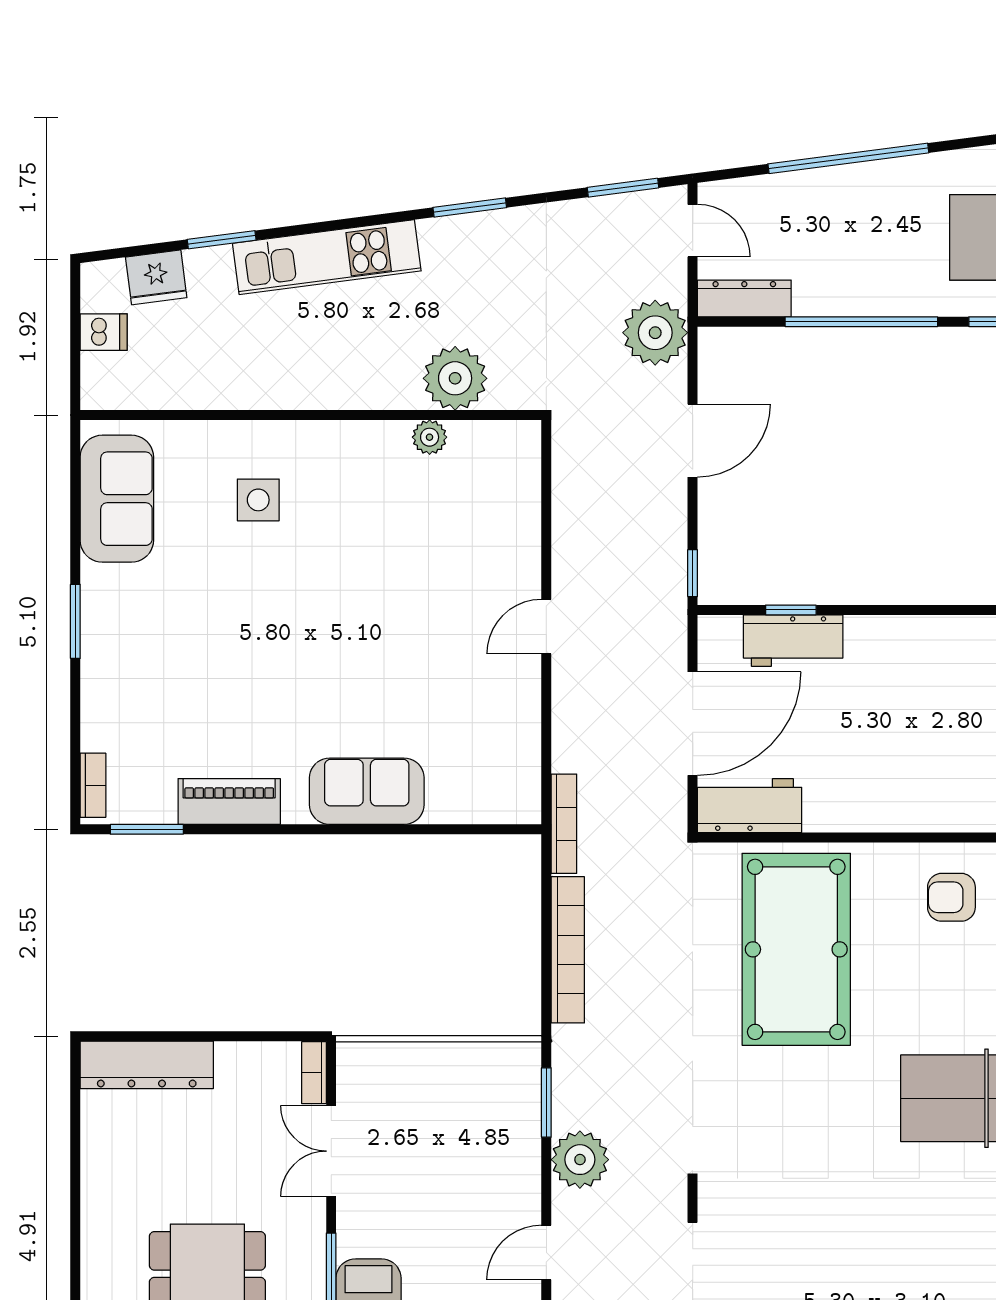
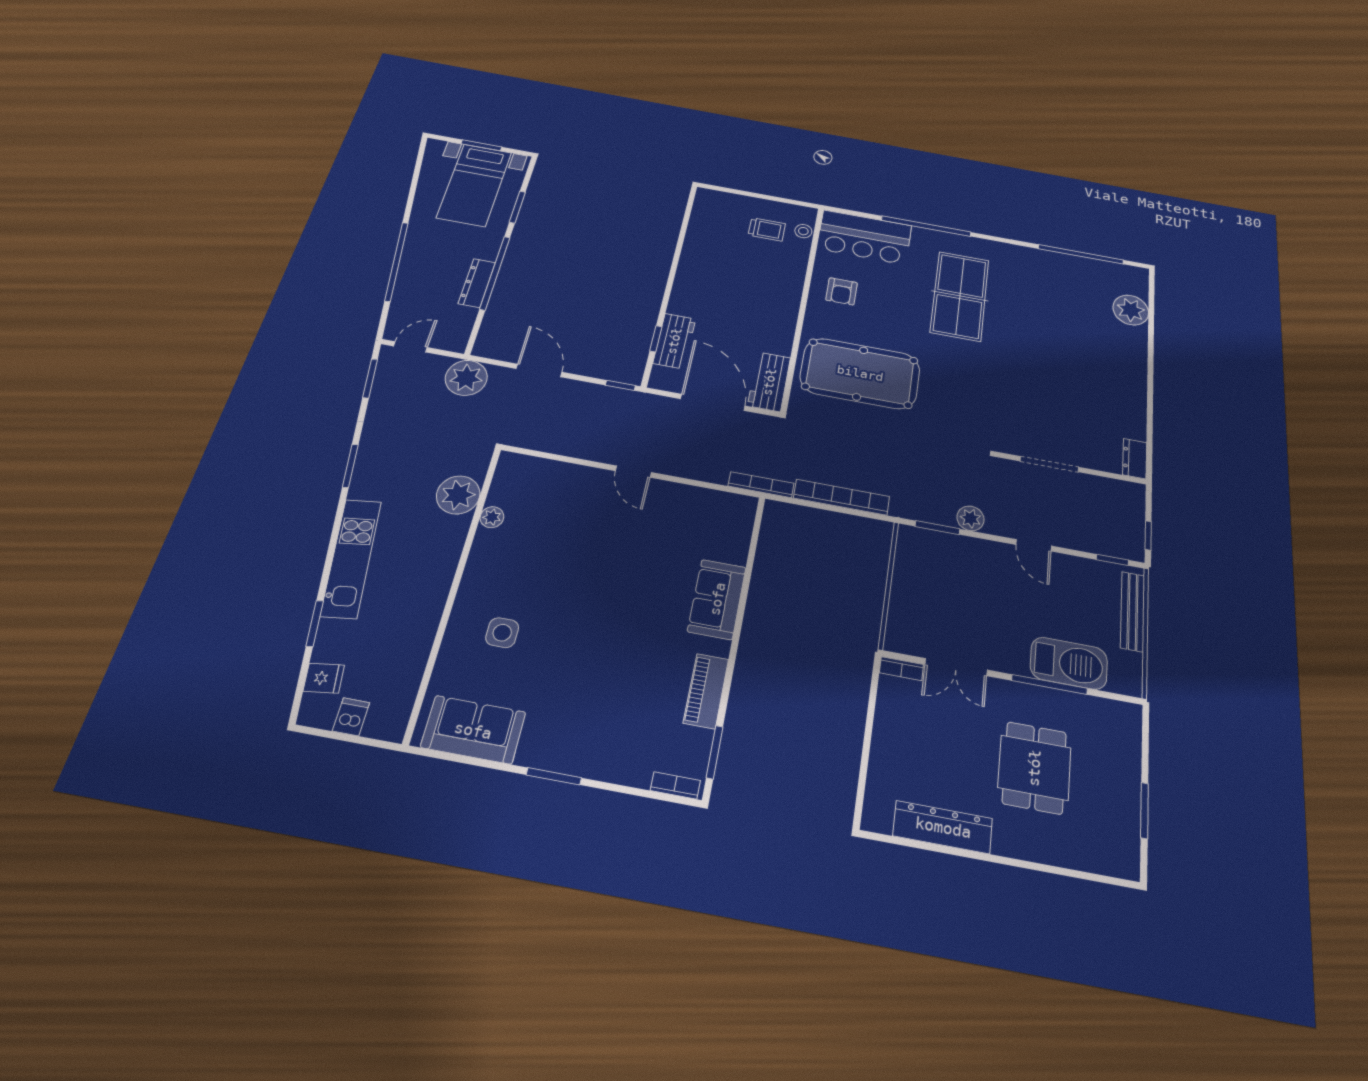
fridge: (156, 277) -> (324, 678), width x0.72
dresser: (744, 298) -> (477, 283), moved
dresser: (147, 1065) -> (943, 827), moved, turned -90
plant: (580, 1160) -> (971, 518), width x0.73, depth x0.73

